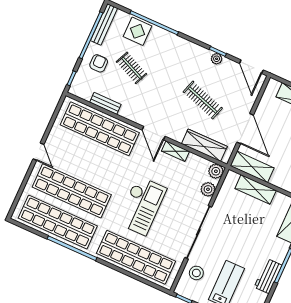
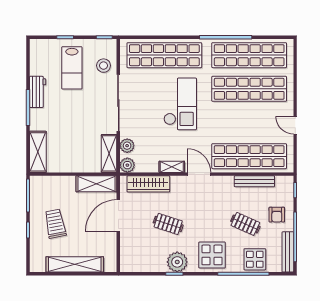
display table: (175, 53) -> (212, 255), added
plant: (217, 59) -> (177, 262), width x1.88, depth x1.88
door: (251, 67) -> (138, 274), removed
clothes rail: (203, 100) -> (168, 224), width x0.73
bench: (105, 103) -> (254, 181), width x1.36
door: (245, 129) -> (118, 215), hinge flipped
door: (38, 152) -> (295, 125), moved
shelving: (256, 189) -> (109, 153), moved, turned 90
checkout: (142, 206) -> (180, 104), turned 180

